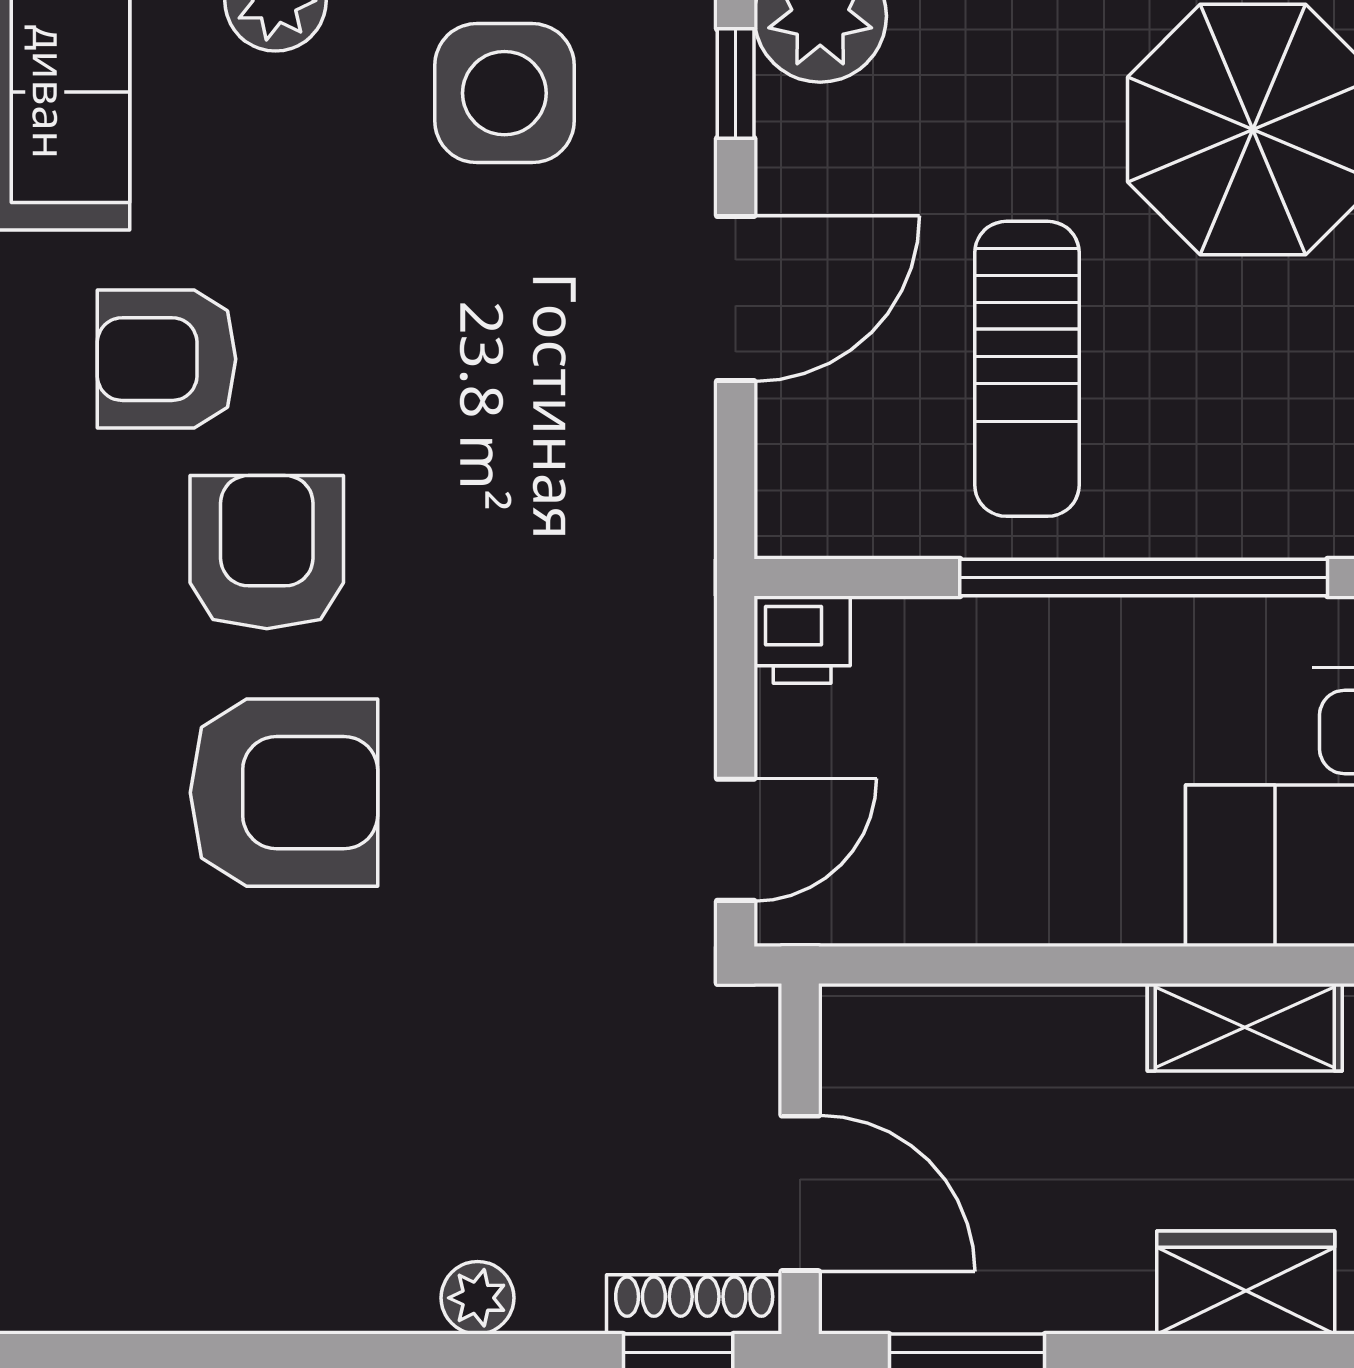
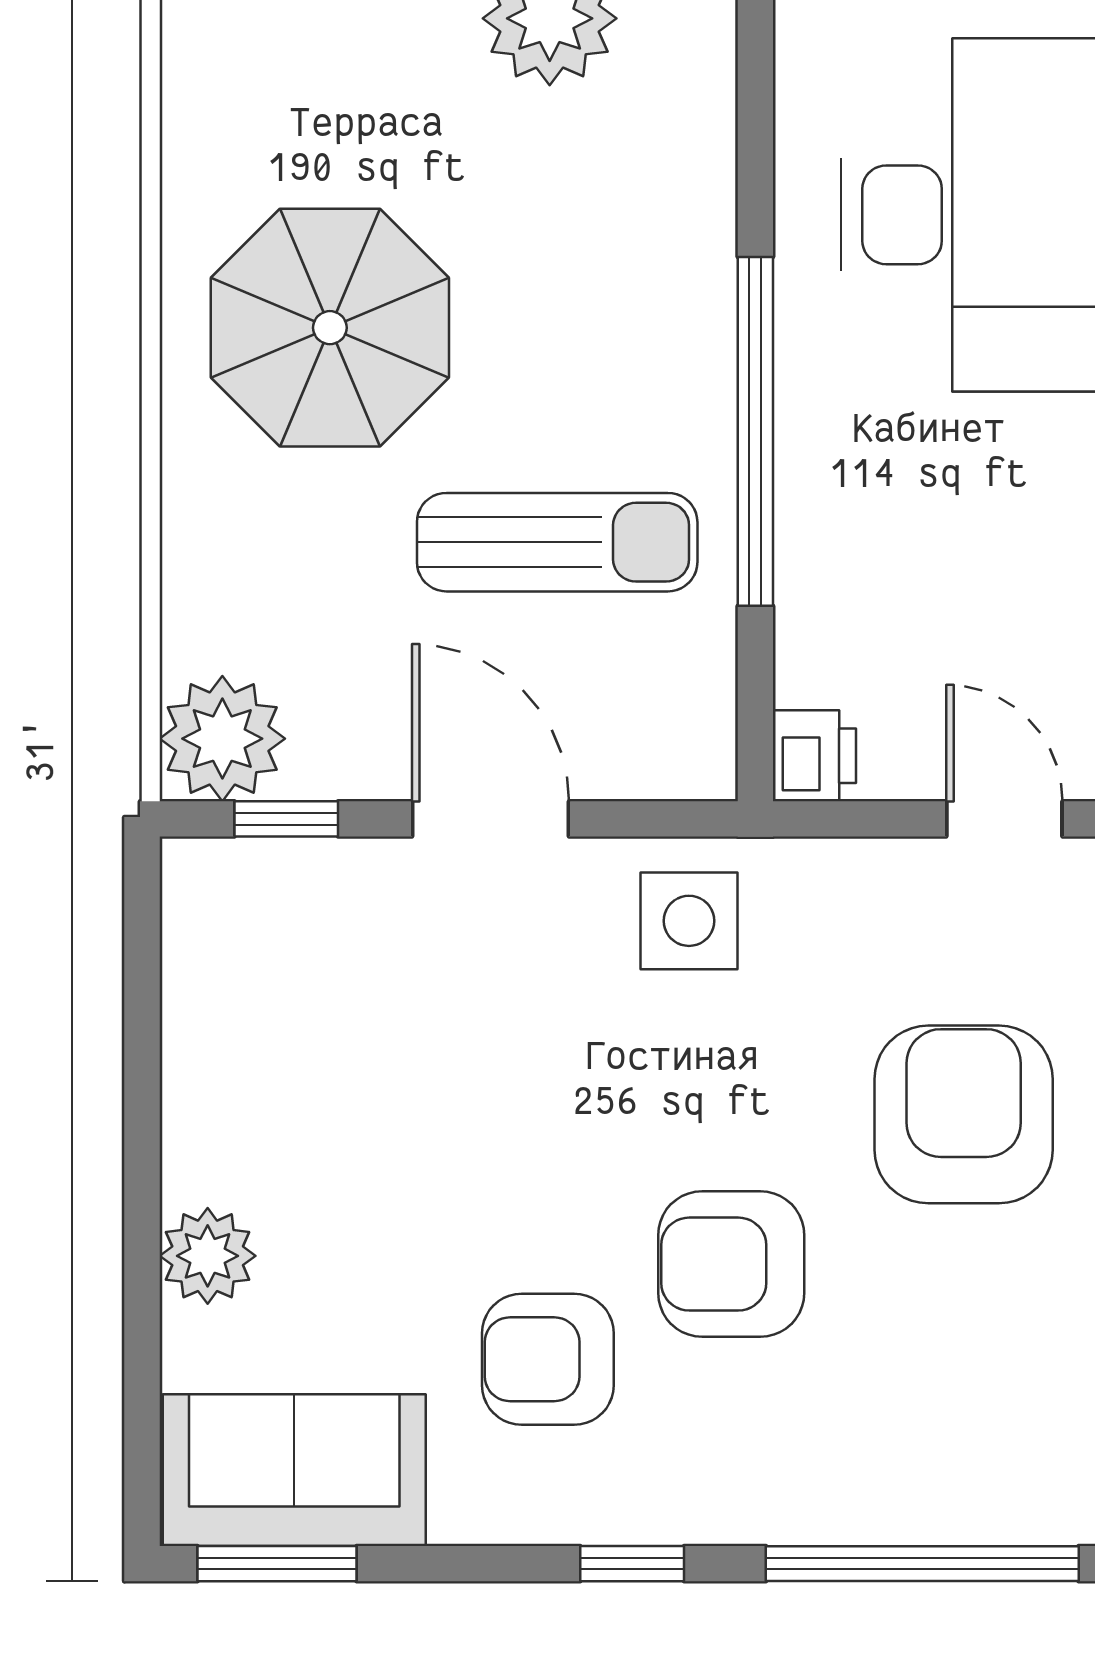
side table: (504, 93) -> (689, 921), moved, width x0.73, depth x0.73
armchair: (167, 359) -> (548, 1359), turned 90
armchair: (284, 793) -> (964, 1114), moved

